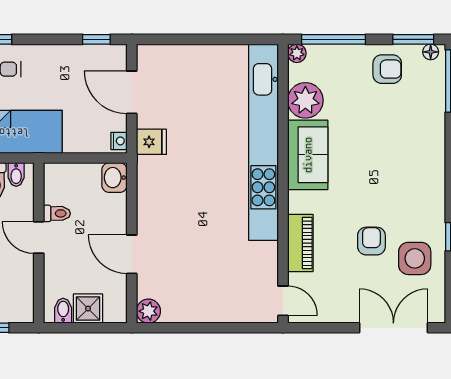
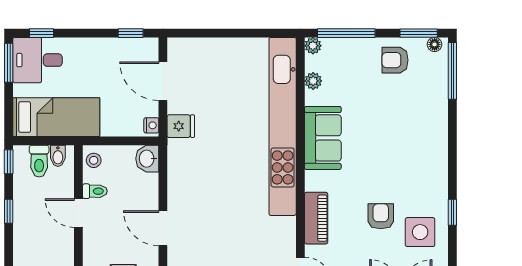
armchair: (387, 69) -> (395, 60), turned 180
plant: (305, 100) -> (313, 81), width x0.53, depth x0.53
stool: (56, 179) -> (94, 160), added

